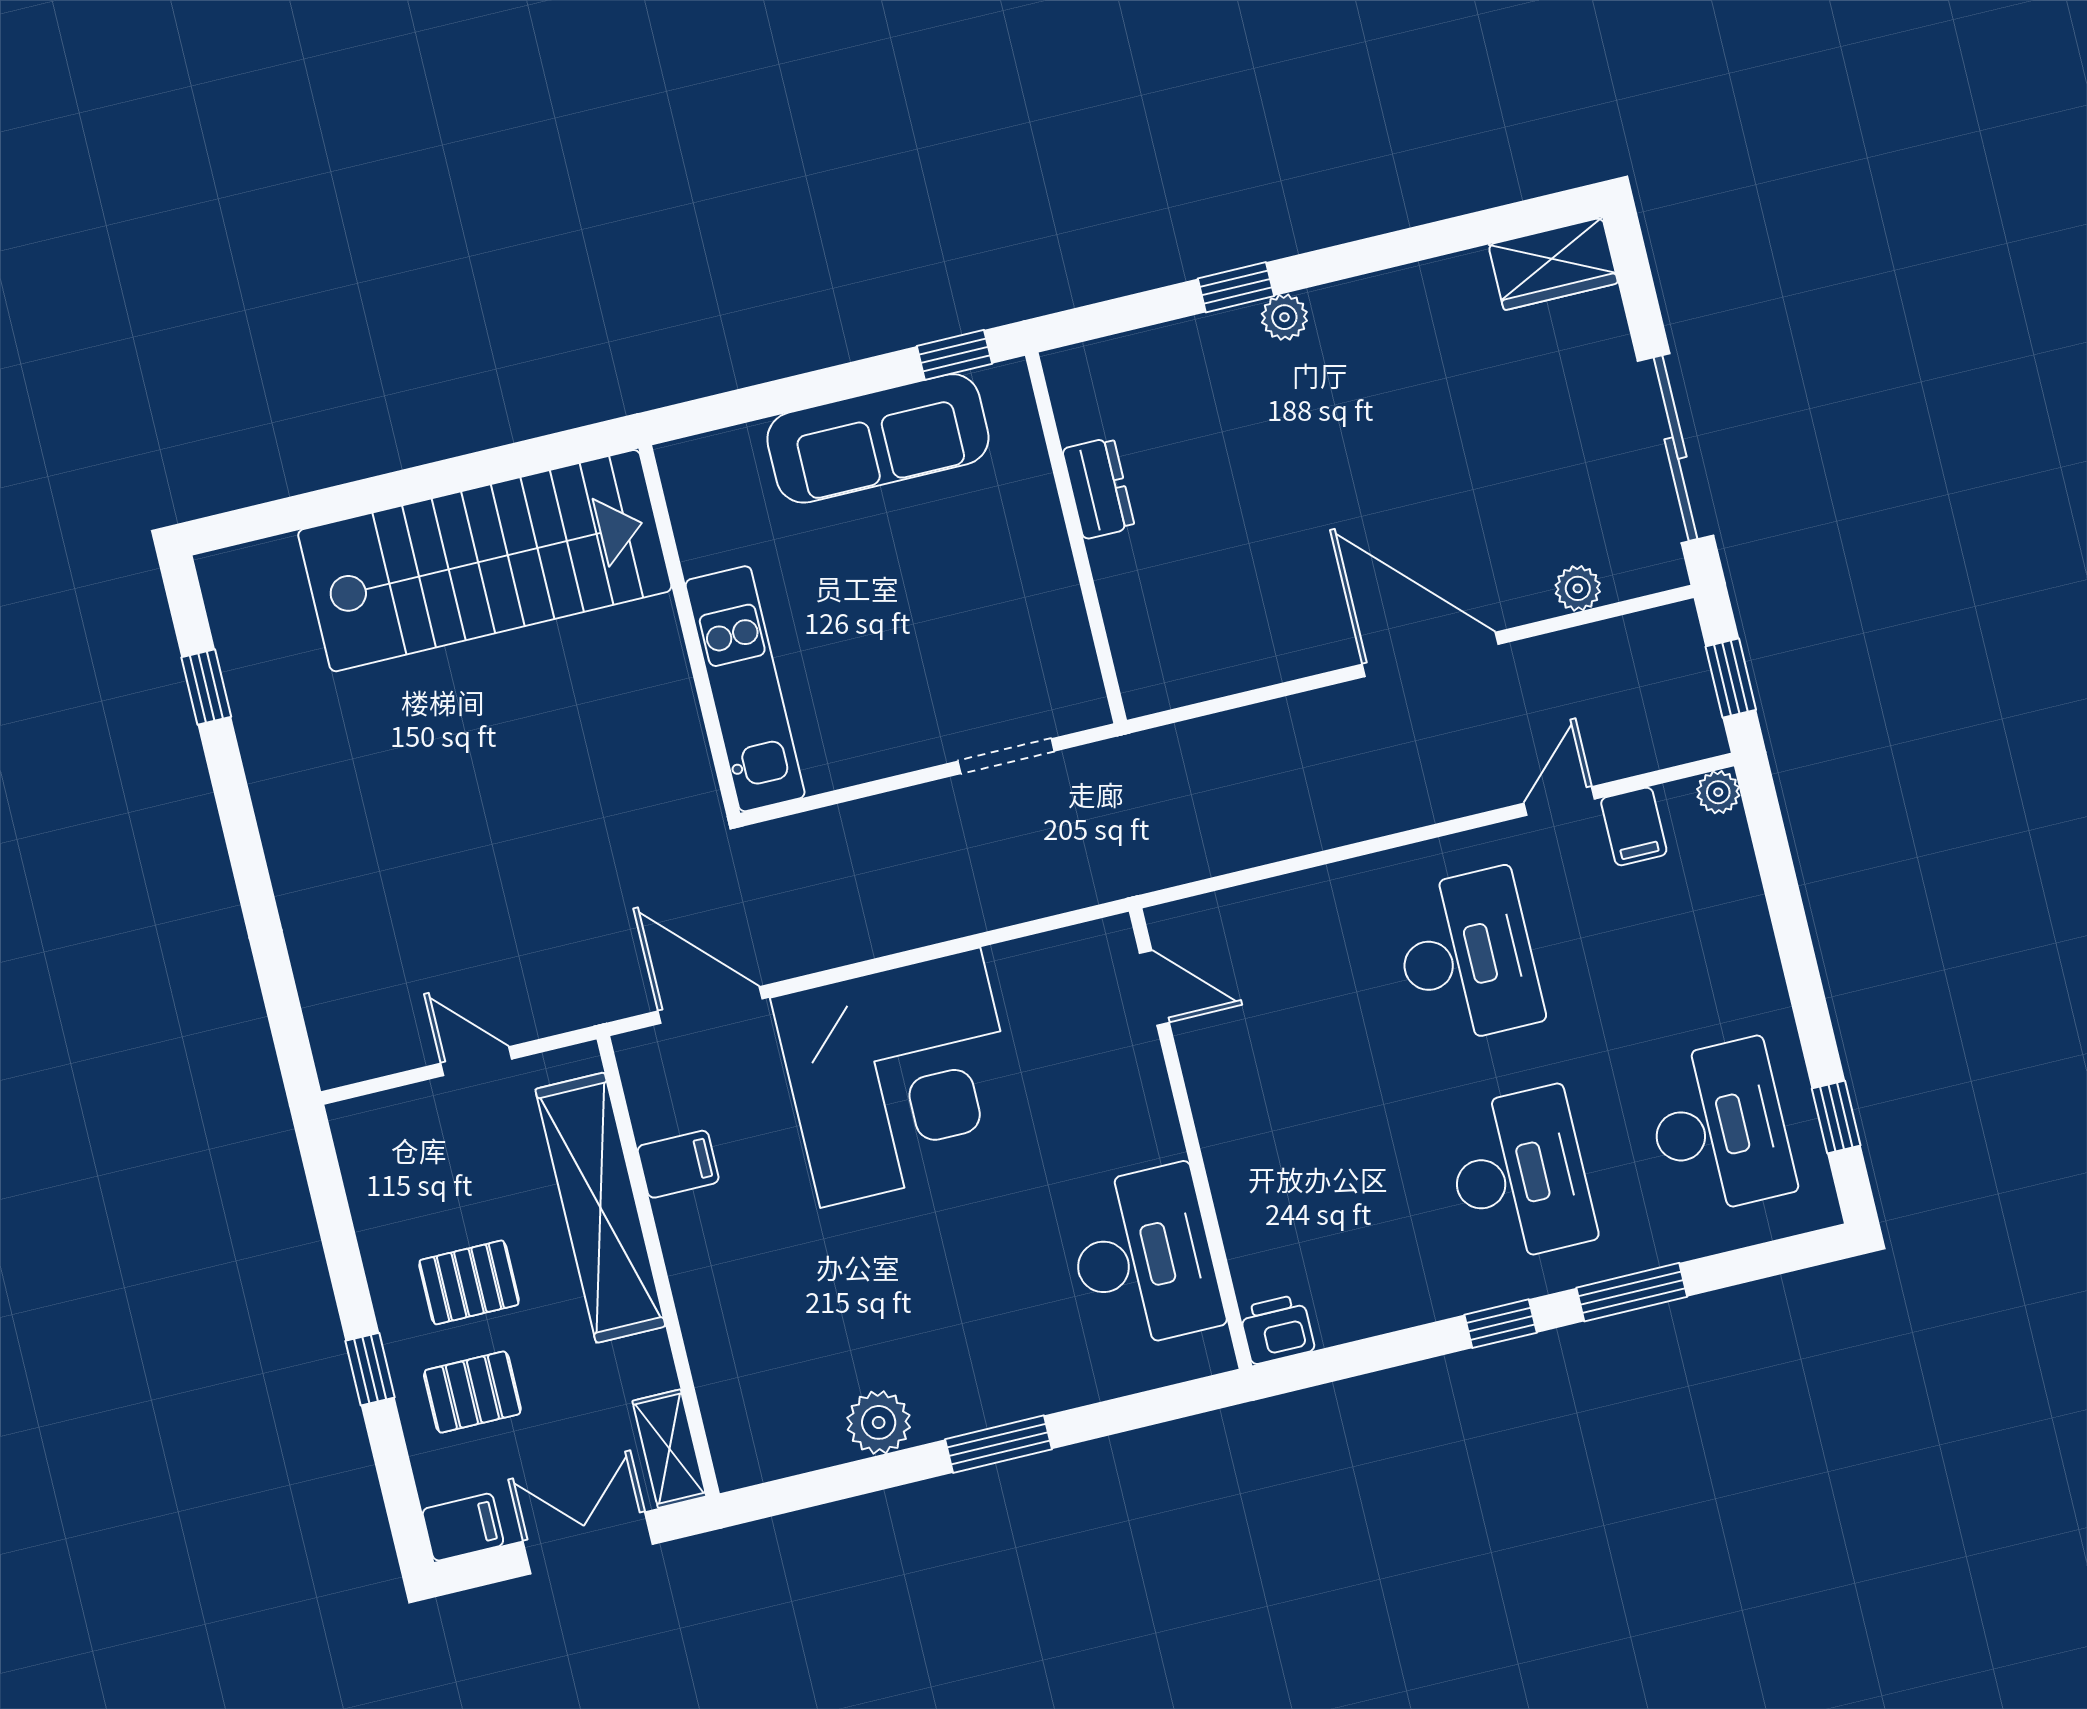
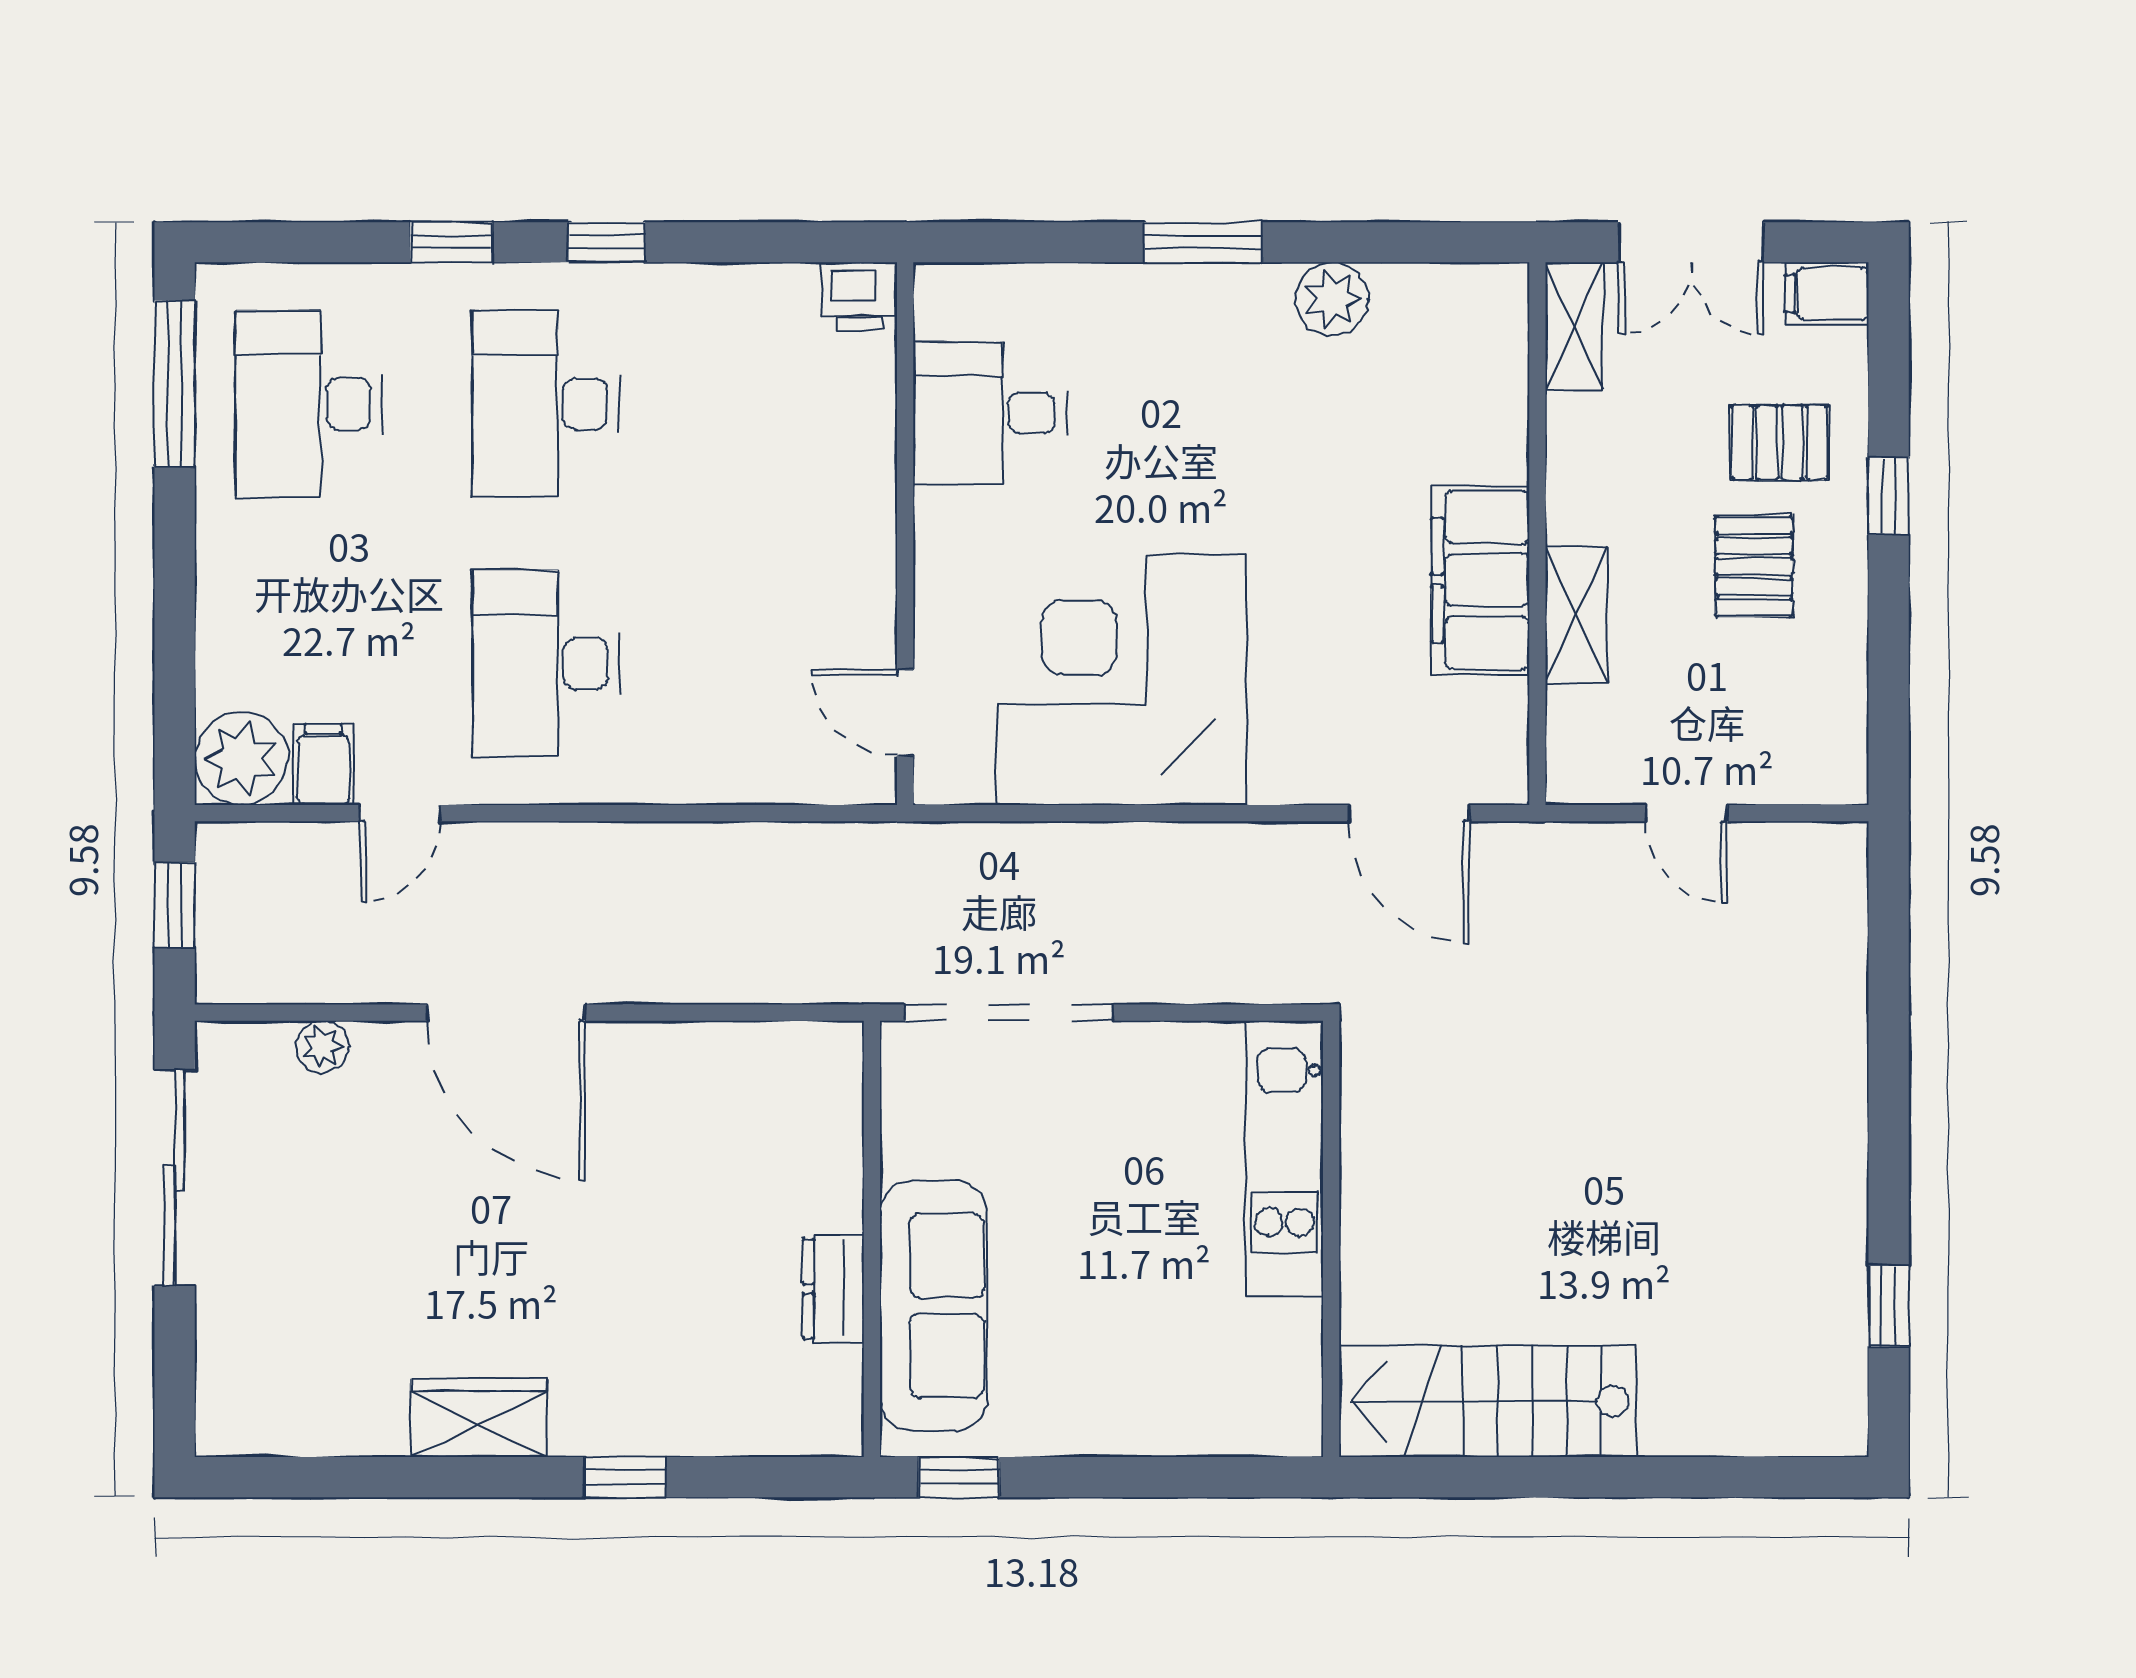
wardrobe: (1553, 264) -> (479, 1418), moved
plant: (1284, 317) -> (578, 1431), removed
sofa: (878, 438) -> (933, 1306), moved, turned 90
stairs: (485, 561) -> (1488, 1401), width x0.73, depth x0.66
doorway: (1006, 756) -> (1009, 1013), width x1.87
plant: (1718, 792) -> (241, 759), width x1.88, depth x1.88
corner desk: (900, 1078) -> (1121, 680), moved
window: (1836, 1117) -> (175, 384), width x2.17
filing cabinet: (678, 1164) -> (1480, 580), width x3.00, depth x1.17
shelving: (600, 1208) -> (1576, 615), width x0.45, depth x0.75
desk: (1144, 1257) -> (990, 413), width x0.73
pallet: (469, 1282) -> (1754, 567), turned 90
window: (1632, 1292) -> (451, 242), width x0.67

